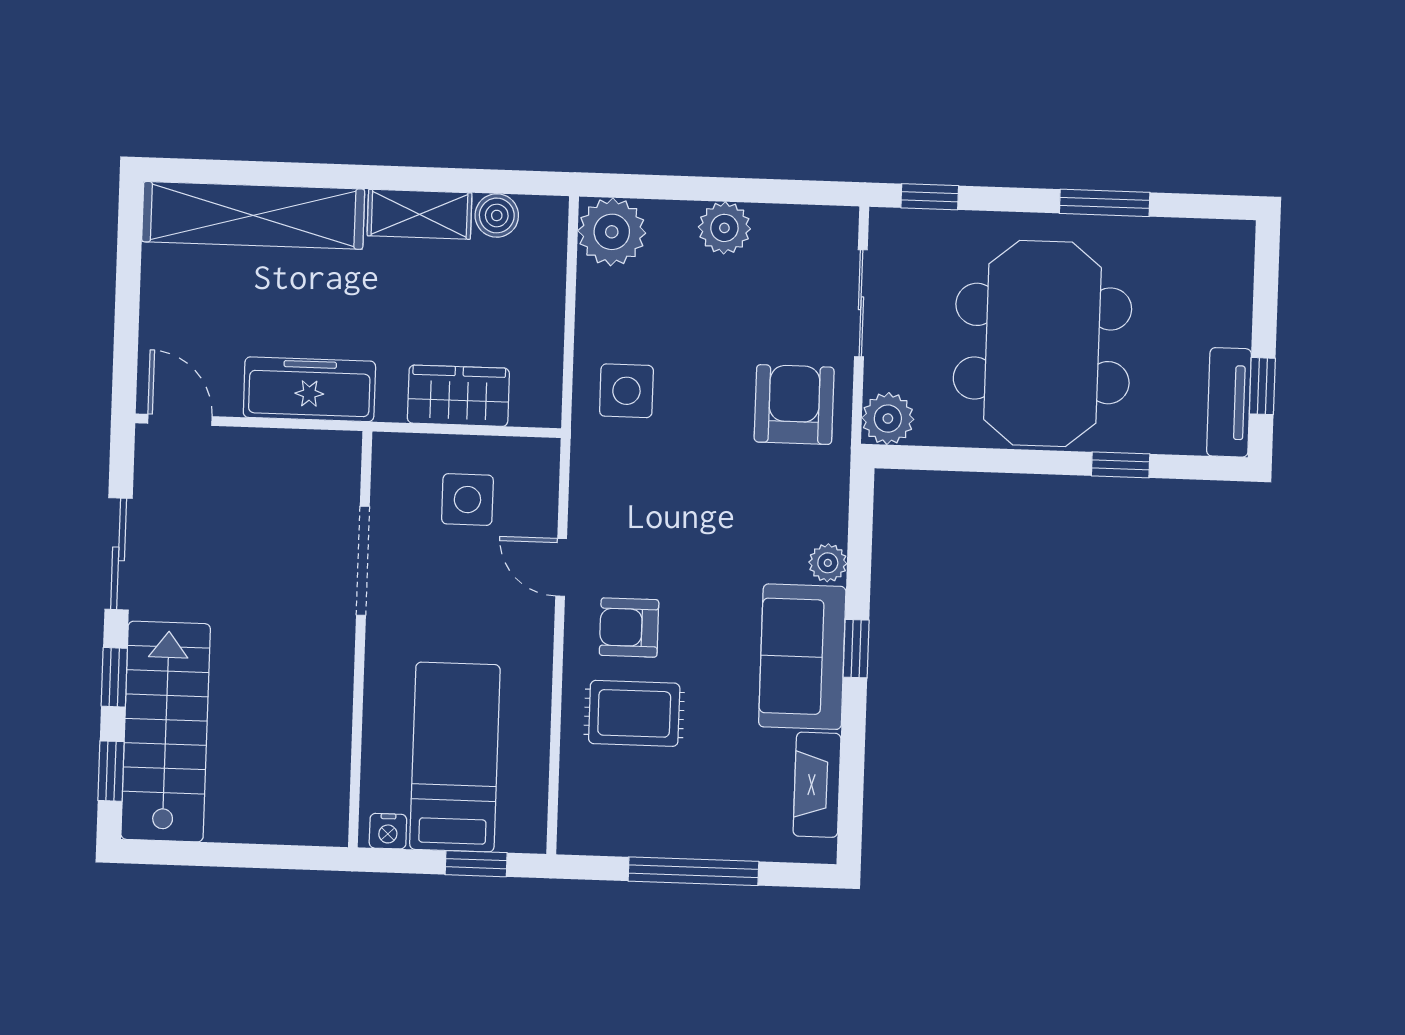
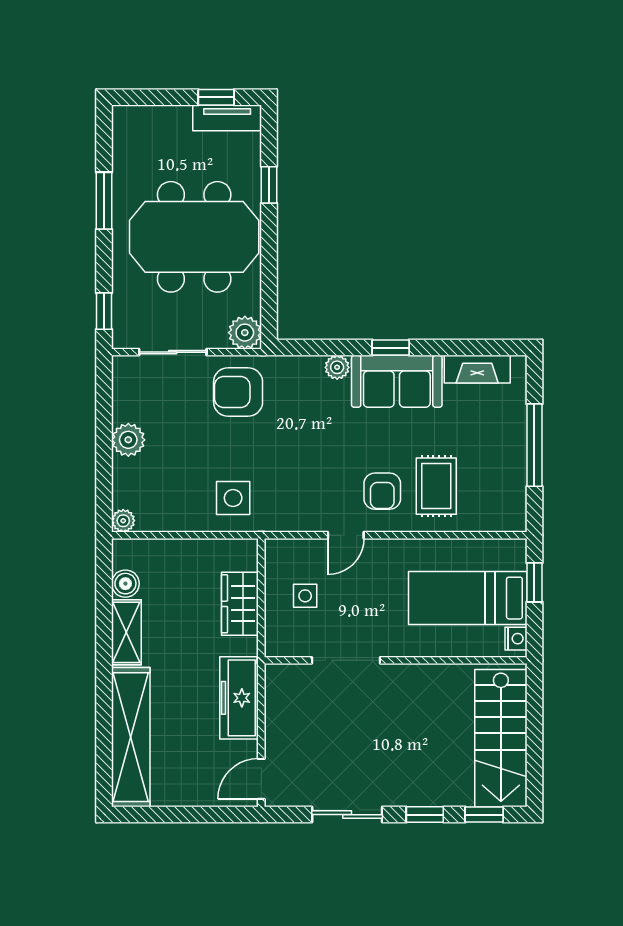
plant: (612, 232) -> (123, 521), width x0.53, depth x0.53
side table: (467, 500) -> (305, 596), width x0.73, depth x0.73
stairs: (166, 732) -> (501, 738), moved, turned -90

